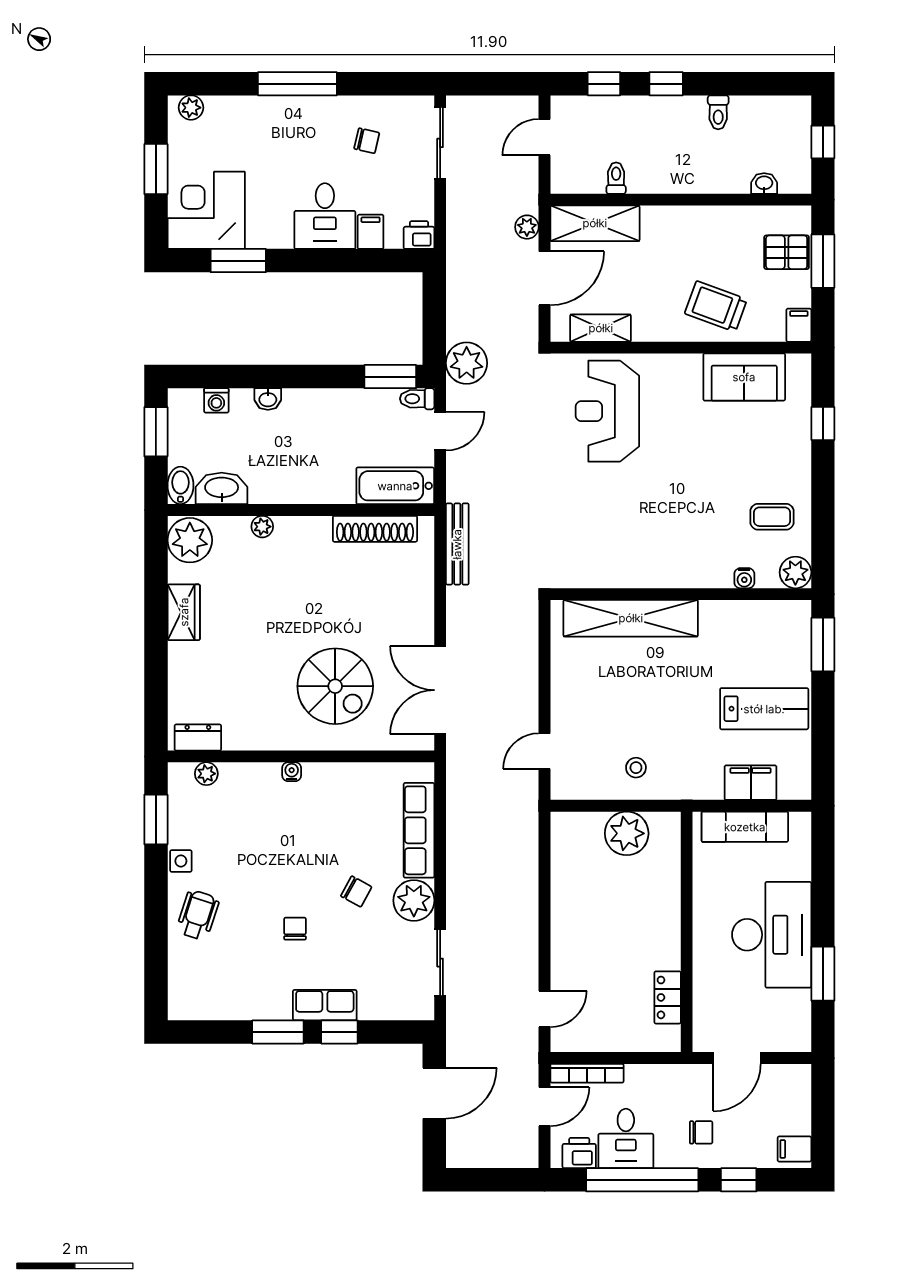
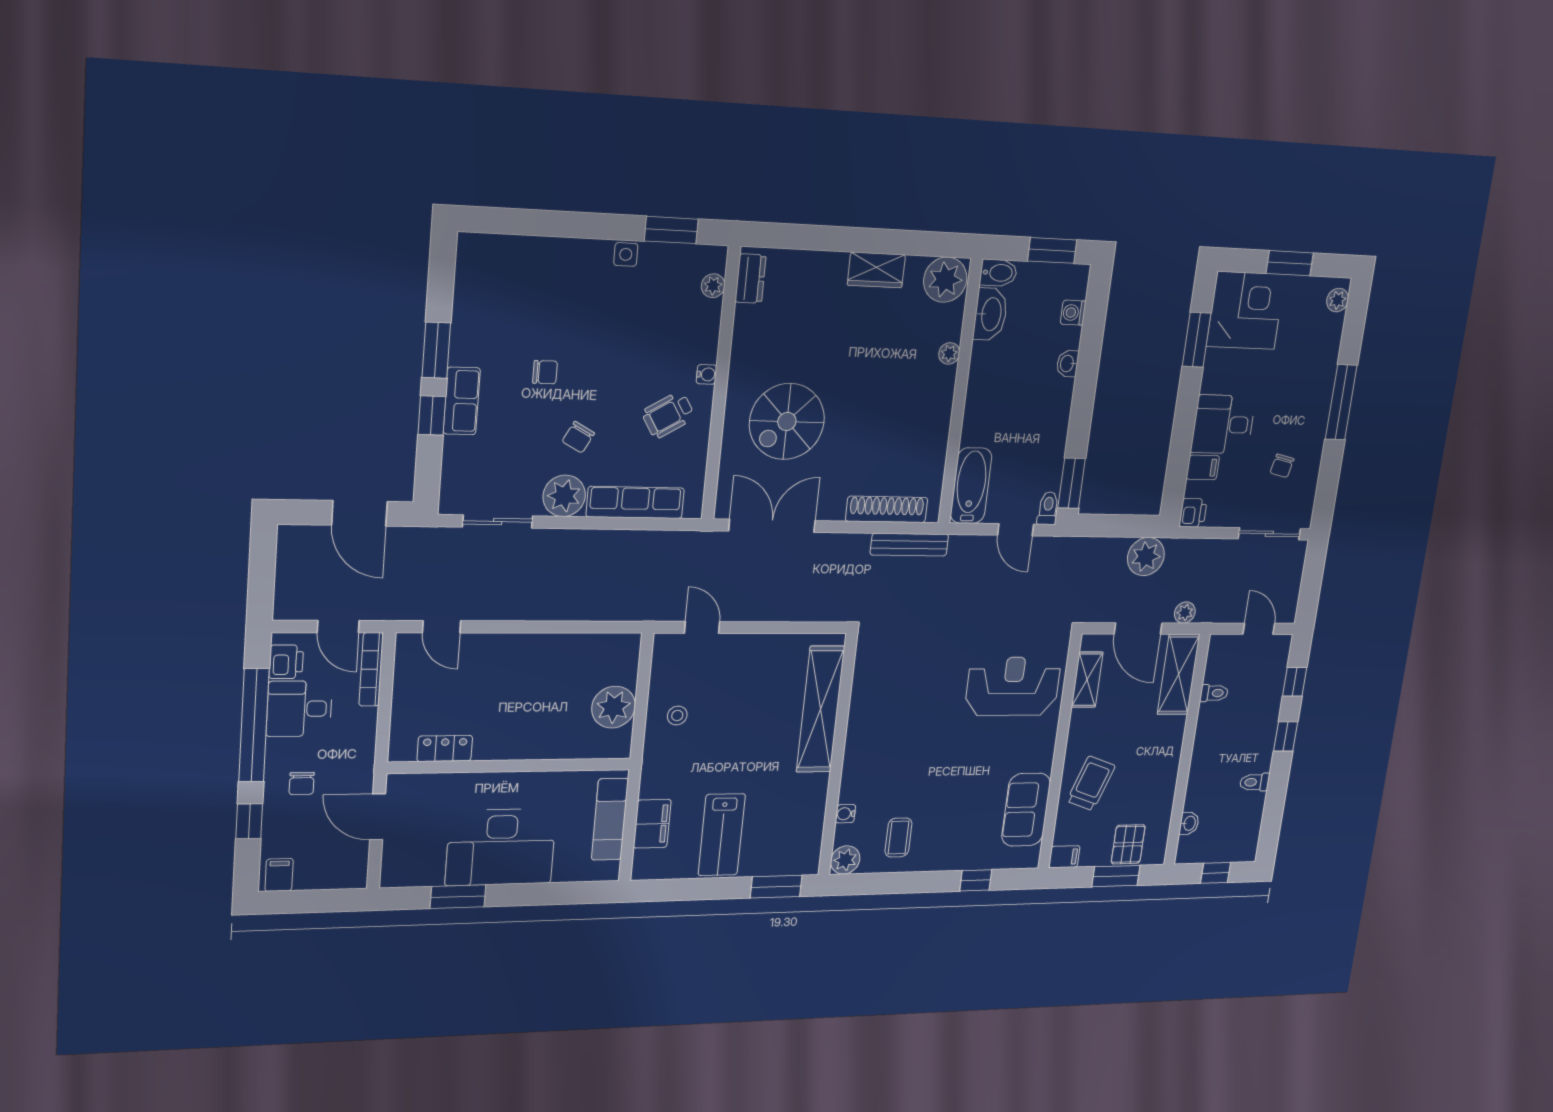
plant: (467, 363) -> (1146, 557), moved
shoe rack: (375, 529) -> (887, 509), moved, turned 90
wheelchair: (198, 915) -> (668, 415), moved, turned 131

